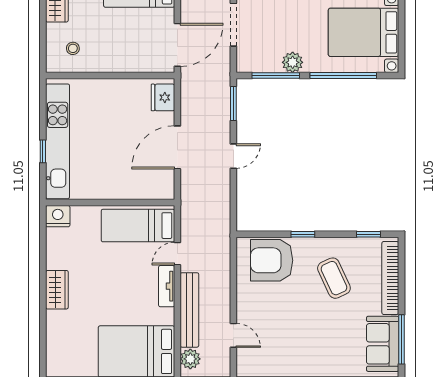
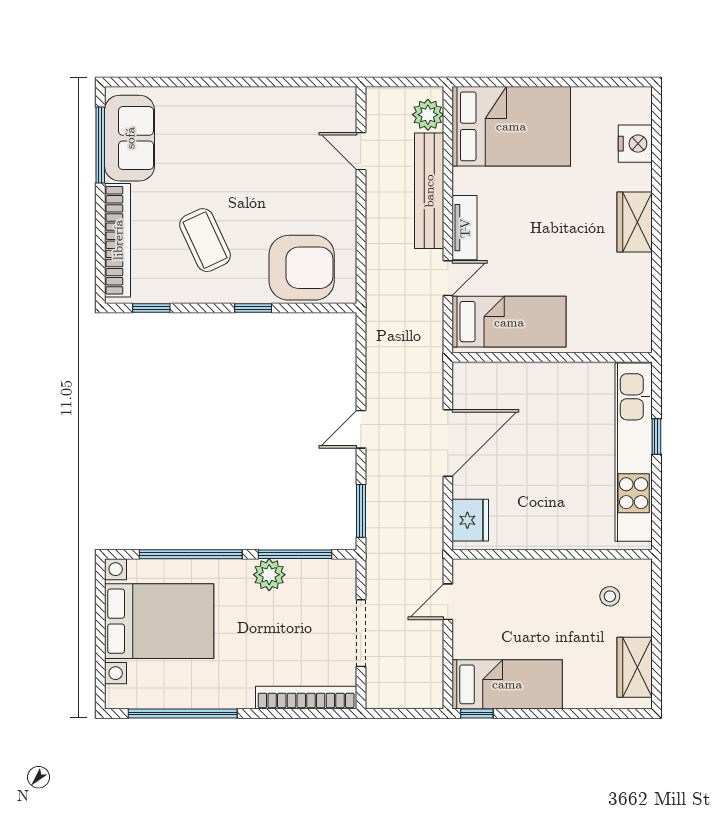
door: (177, 45) -> (448, 602), width x0.53
nightstand: (58, 216) -> (635, 144), moved, turned -90

